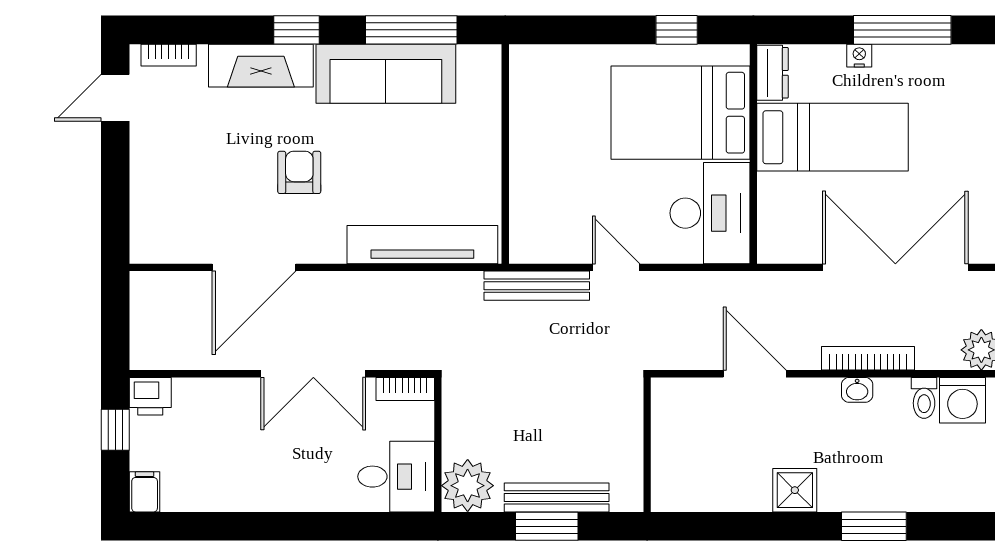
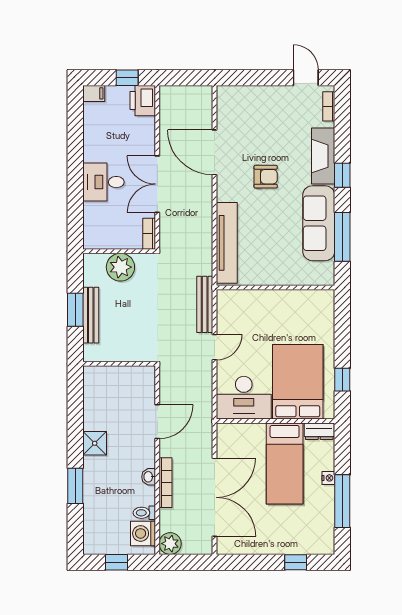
printer: (150, 396) -> (143, 101), width x1.36, depth x1.24
desk: (396, 477) -> (103, 182), moved, turned 90
plant: (468, 486) -> (120, 267), moved

